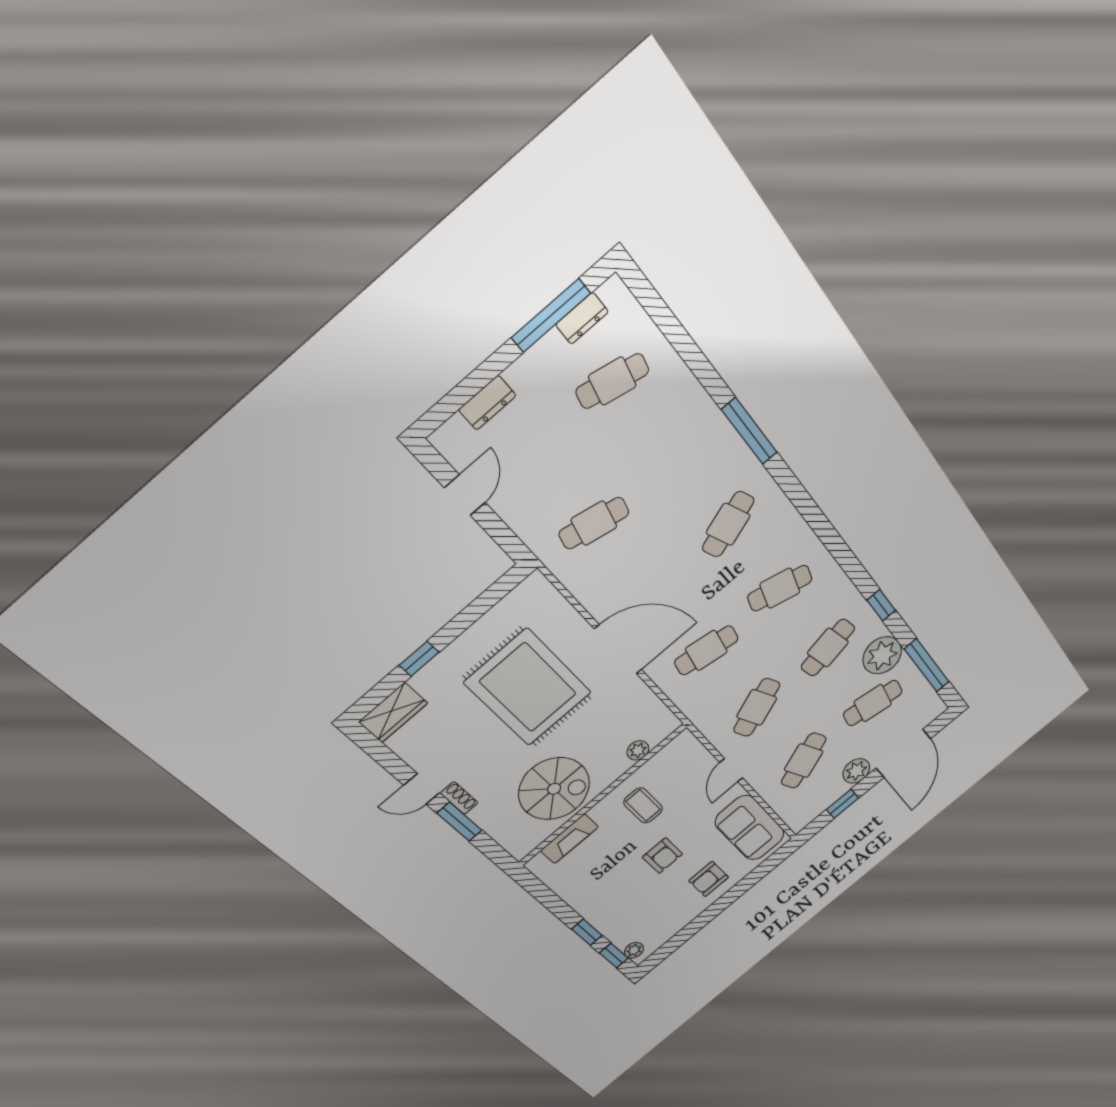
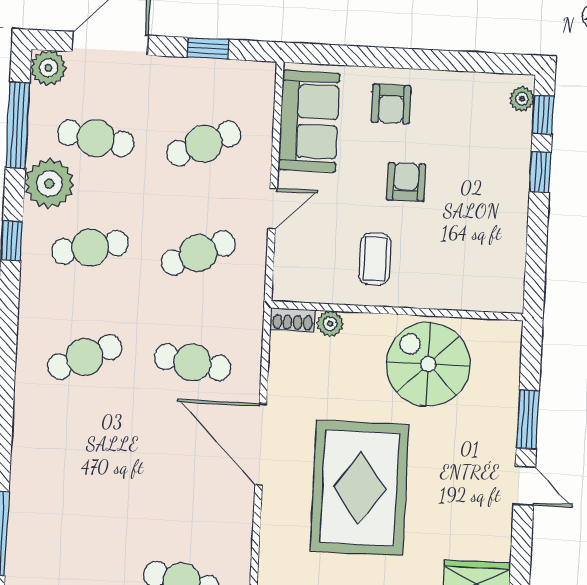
cafe table: (728, 524) -> (79, 466), removed
cafe table: (780, 588) -> (85, 357), turned -39
plant: (856, 771) -> (48, 68), moved
shoe rack: (459, 798) -> (293, 319), moved, turned -90
fireplace: (569, 839) -> (463, 296), removed
armchair: (709, 879) -> (391, 104), turned 90

